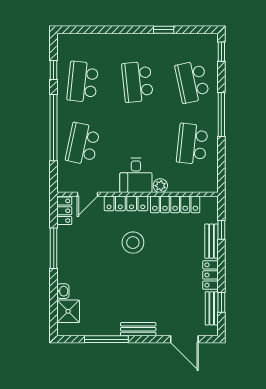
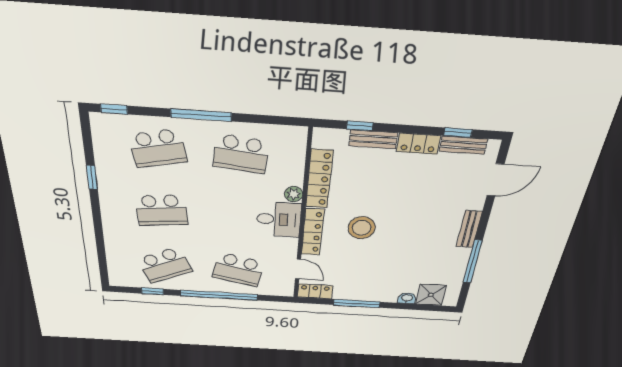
school desk: (83, 82) -> (165, 265), turned -30

